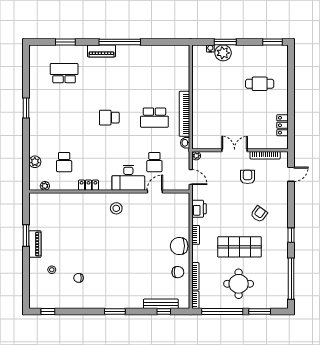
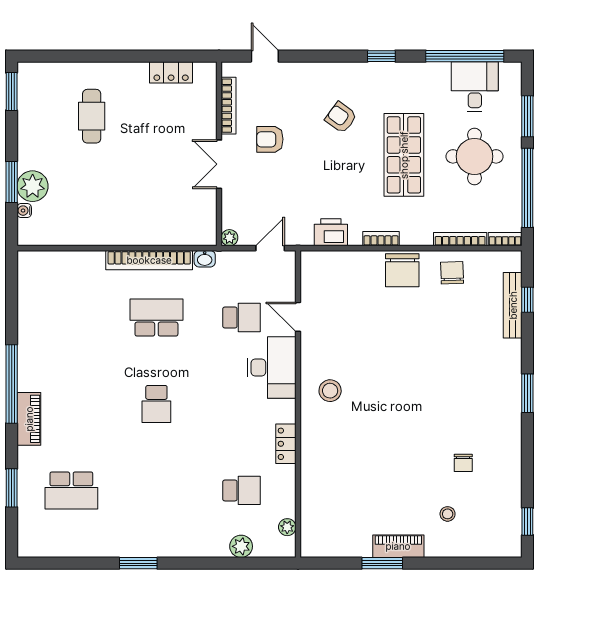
school desk: (64, 73) -> (71, 490), turned -90
school desk: (154, 118) -> (156, 318), turned -90
desk: (275, 284) -> (475, 87), added

